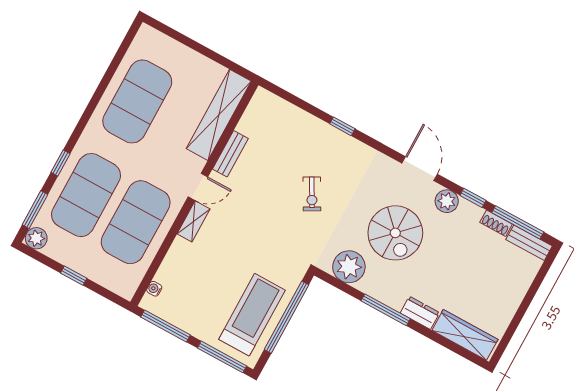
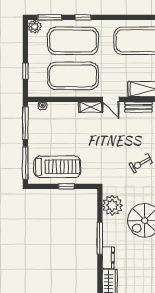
window: (74, 276) -> (25, 71), moved
window: (286, 317) -> (66, 186), width x0.32

